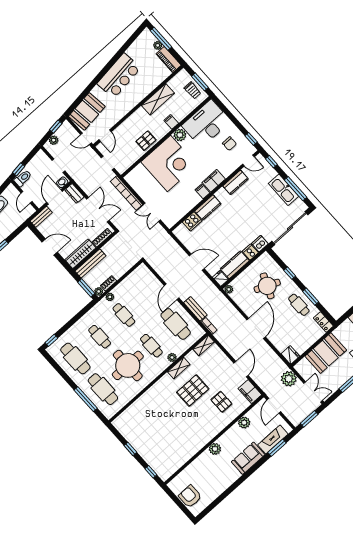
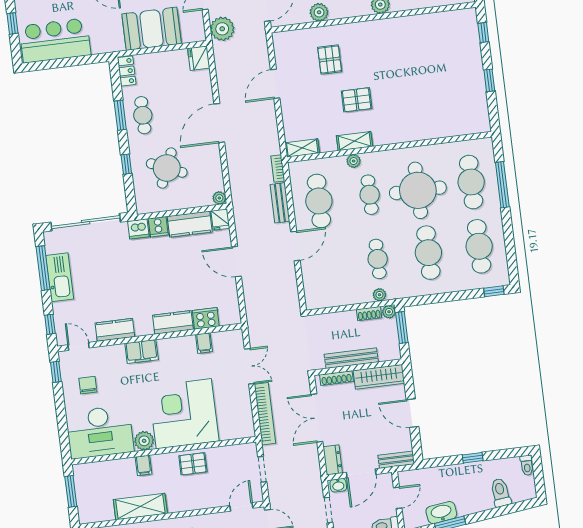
trolley: (192, 90) -> (88, 487), removed
filing cabinet: (203, 191) -> (204, 343), moved
bench: (90, 263) -> (351, 358), moved
cafe table: (100, 337) -> (428, 253), width x1.37, depth x1.35
pallet: (193, 391) -> (357, 100), width x0.67, depth x0.71
filing cabinet: (250, 392) -> (284, 47), removed

